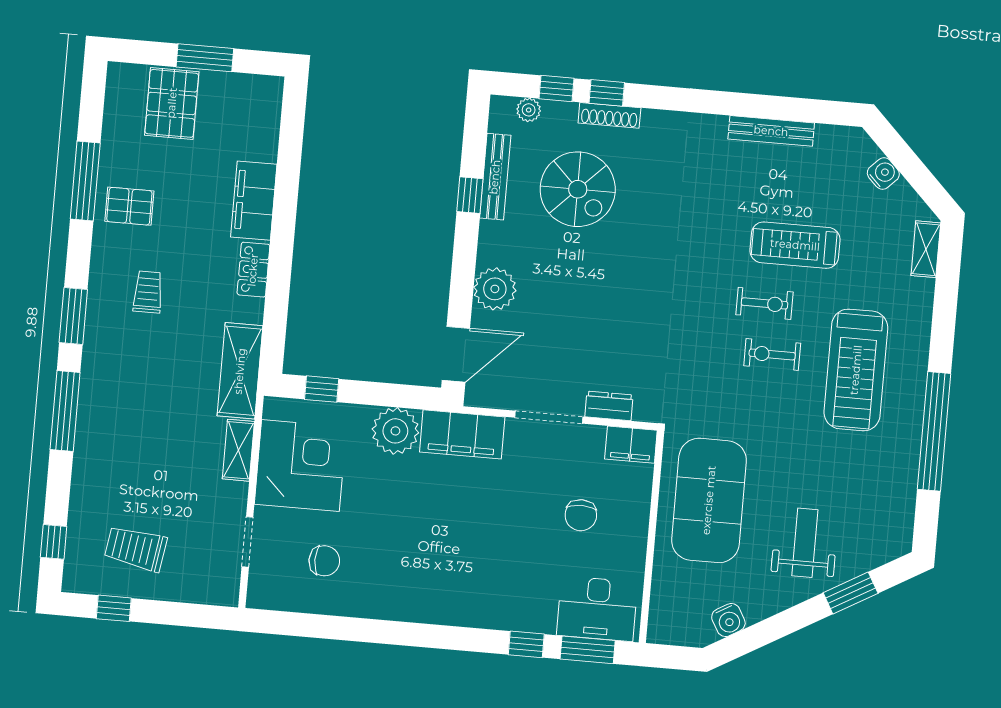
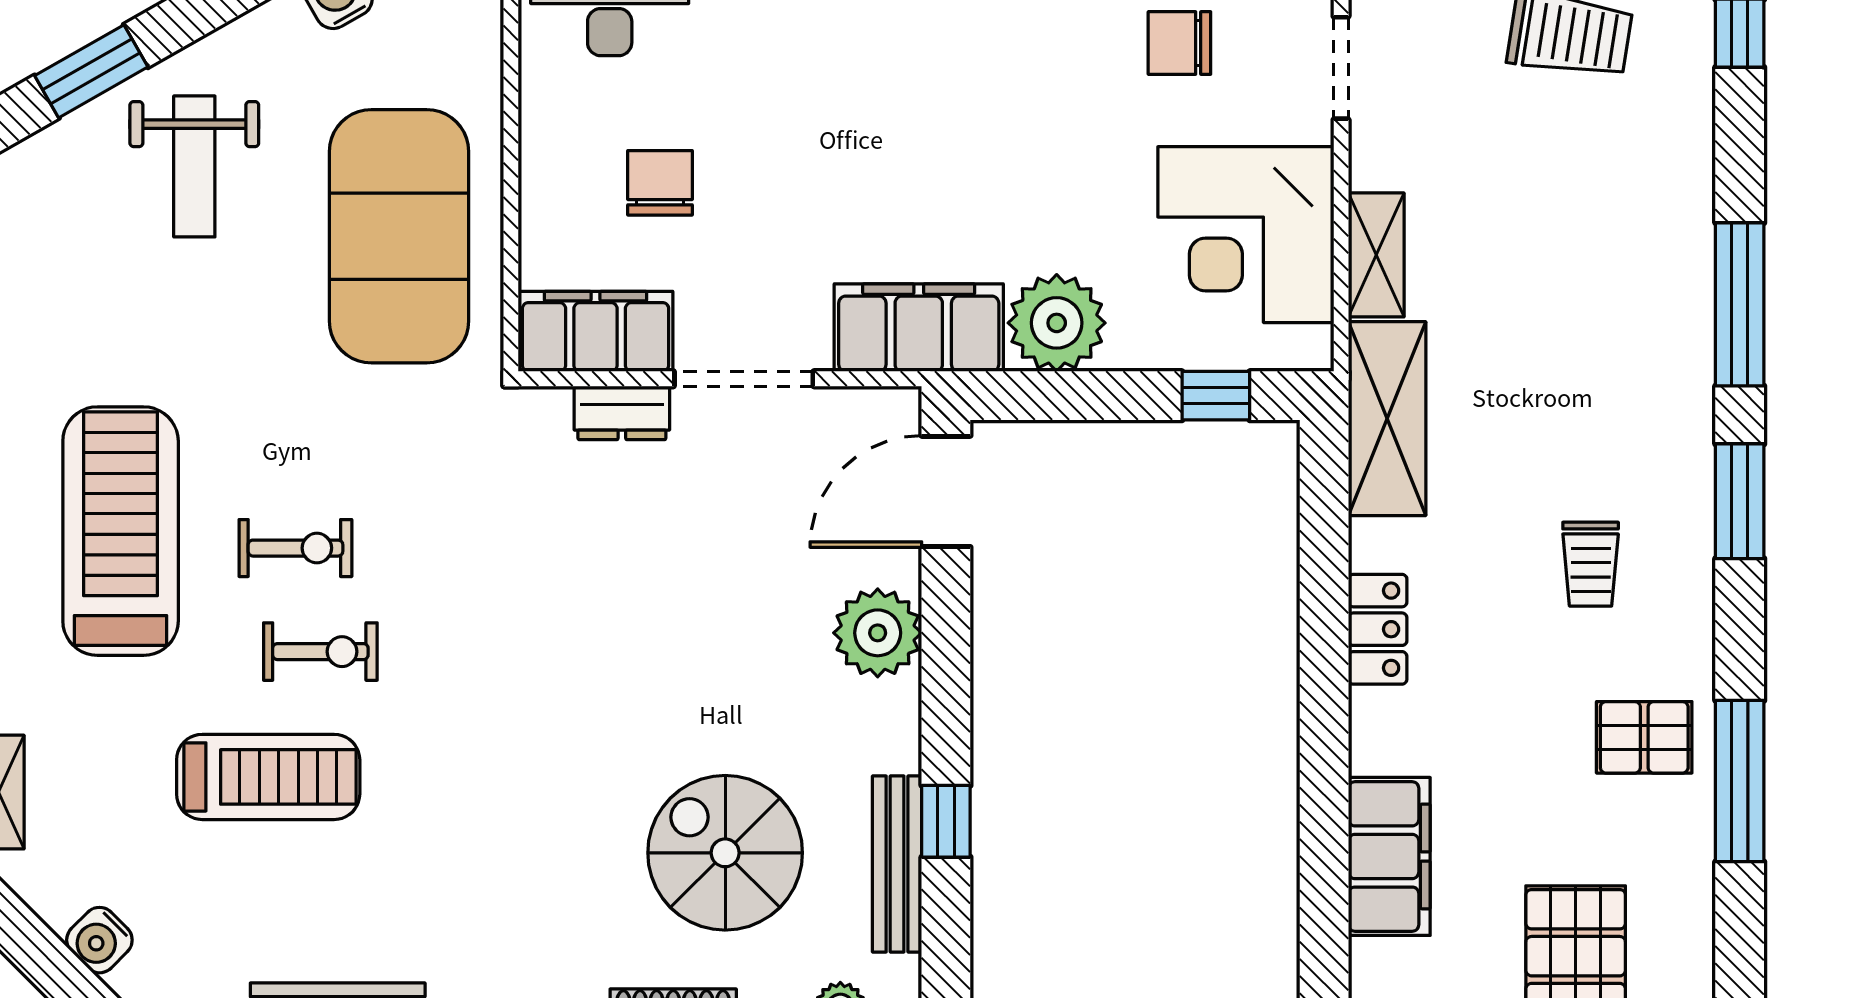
filing cabinet: (254, 201) -> (1389, 856), moved
exercise bike: (764, 303) -> (320, 652), turned 180
filing cabinet: (631, 445) -> (596, 331), width x1.50, depth x1.17

